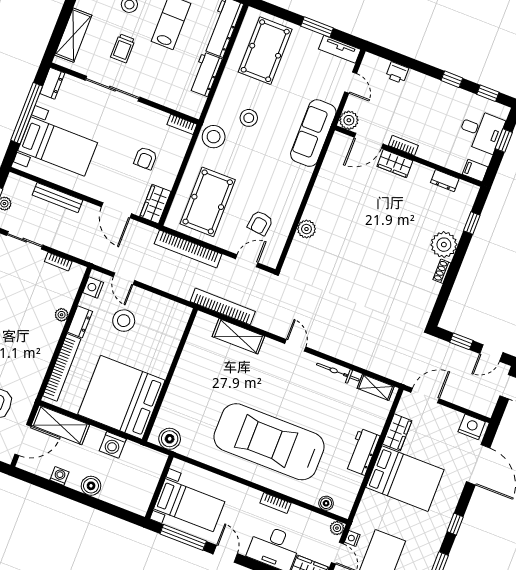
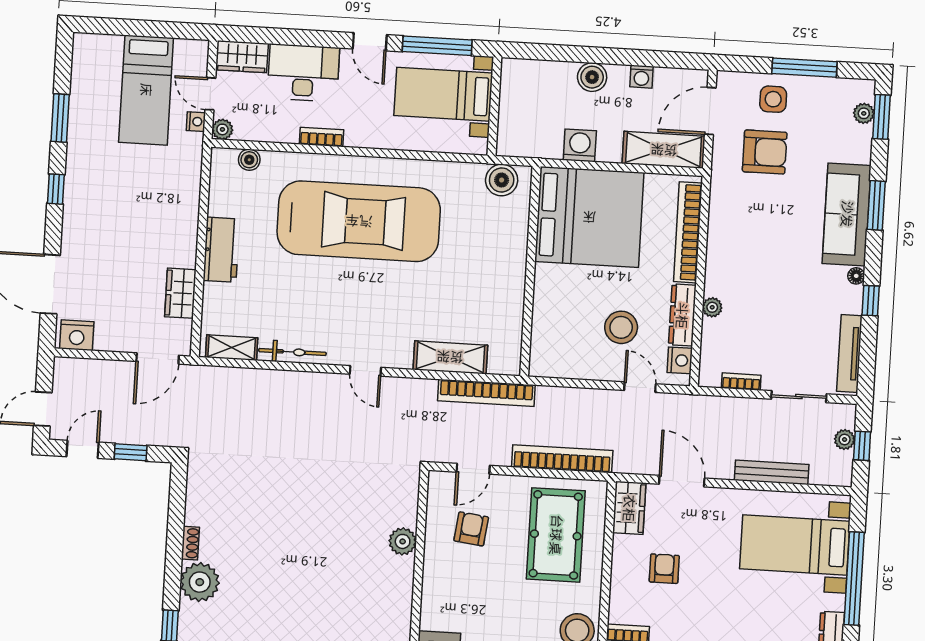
dresser: (80, 322) -> (682, 315), width x1.44
bed: (405, 479) -> (148, 231), removed

